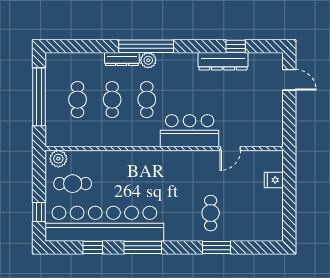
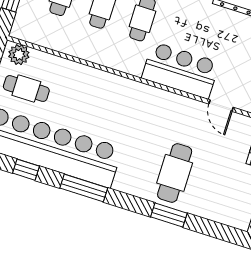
door: (230, 148) -> (221, 106), hinge flipped
cafe table: (211, 213) -> (175, 173), width x1.37, depth x1.35

